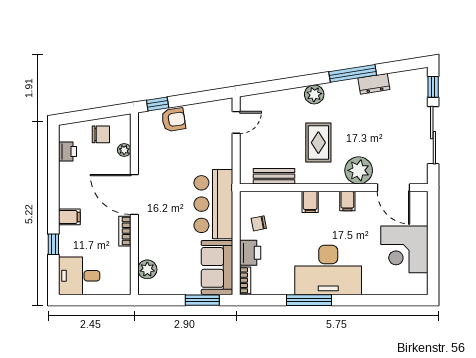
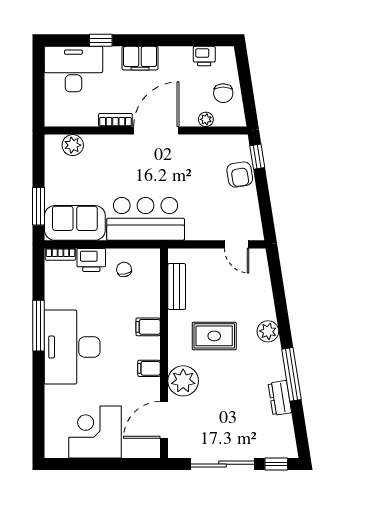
filing cabinet: (69, 217) -> (140, 58), width x2.00
desk: (79, 276) -> (73, 69), width x1.37

